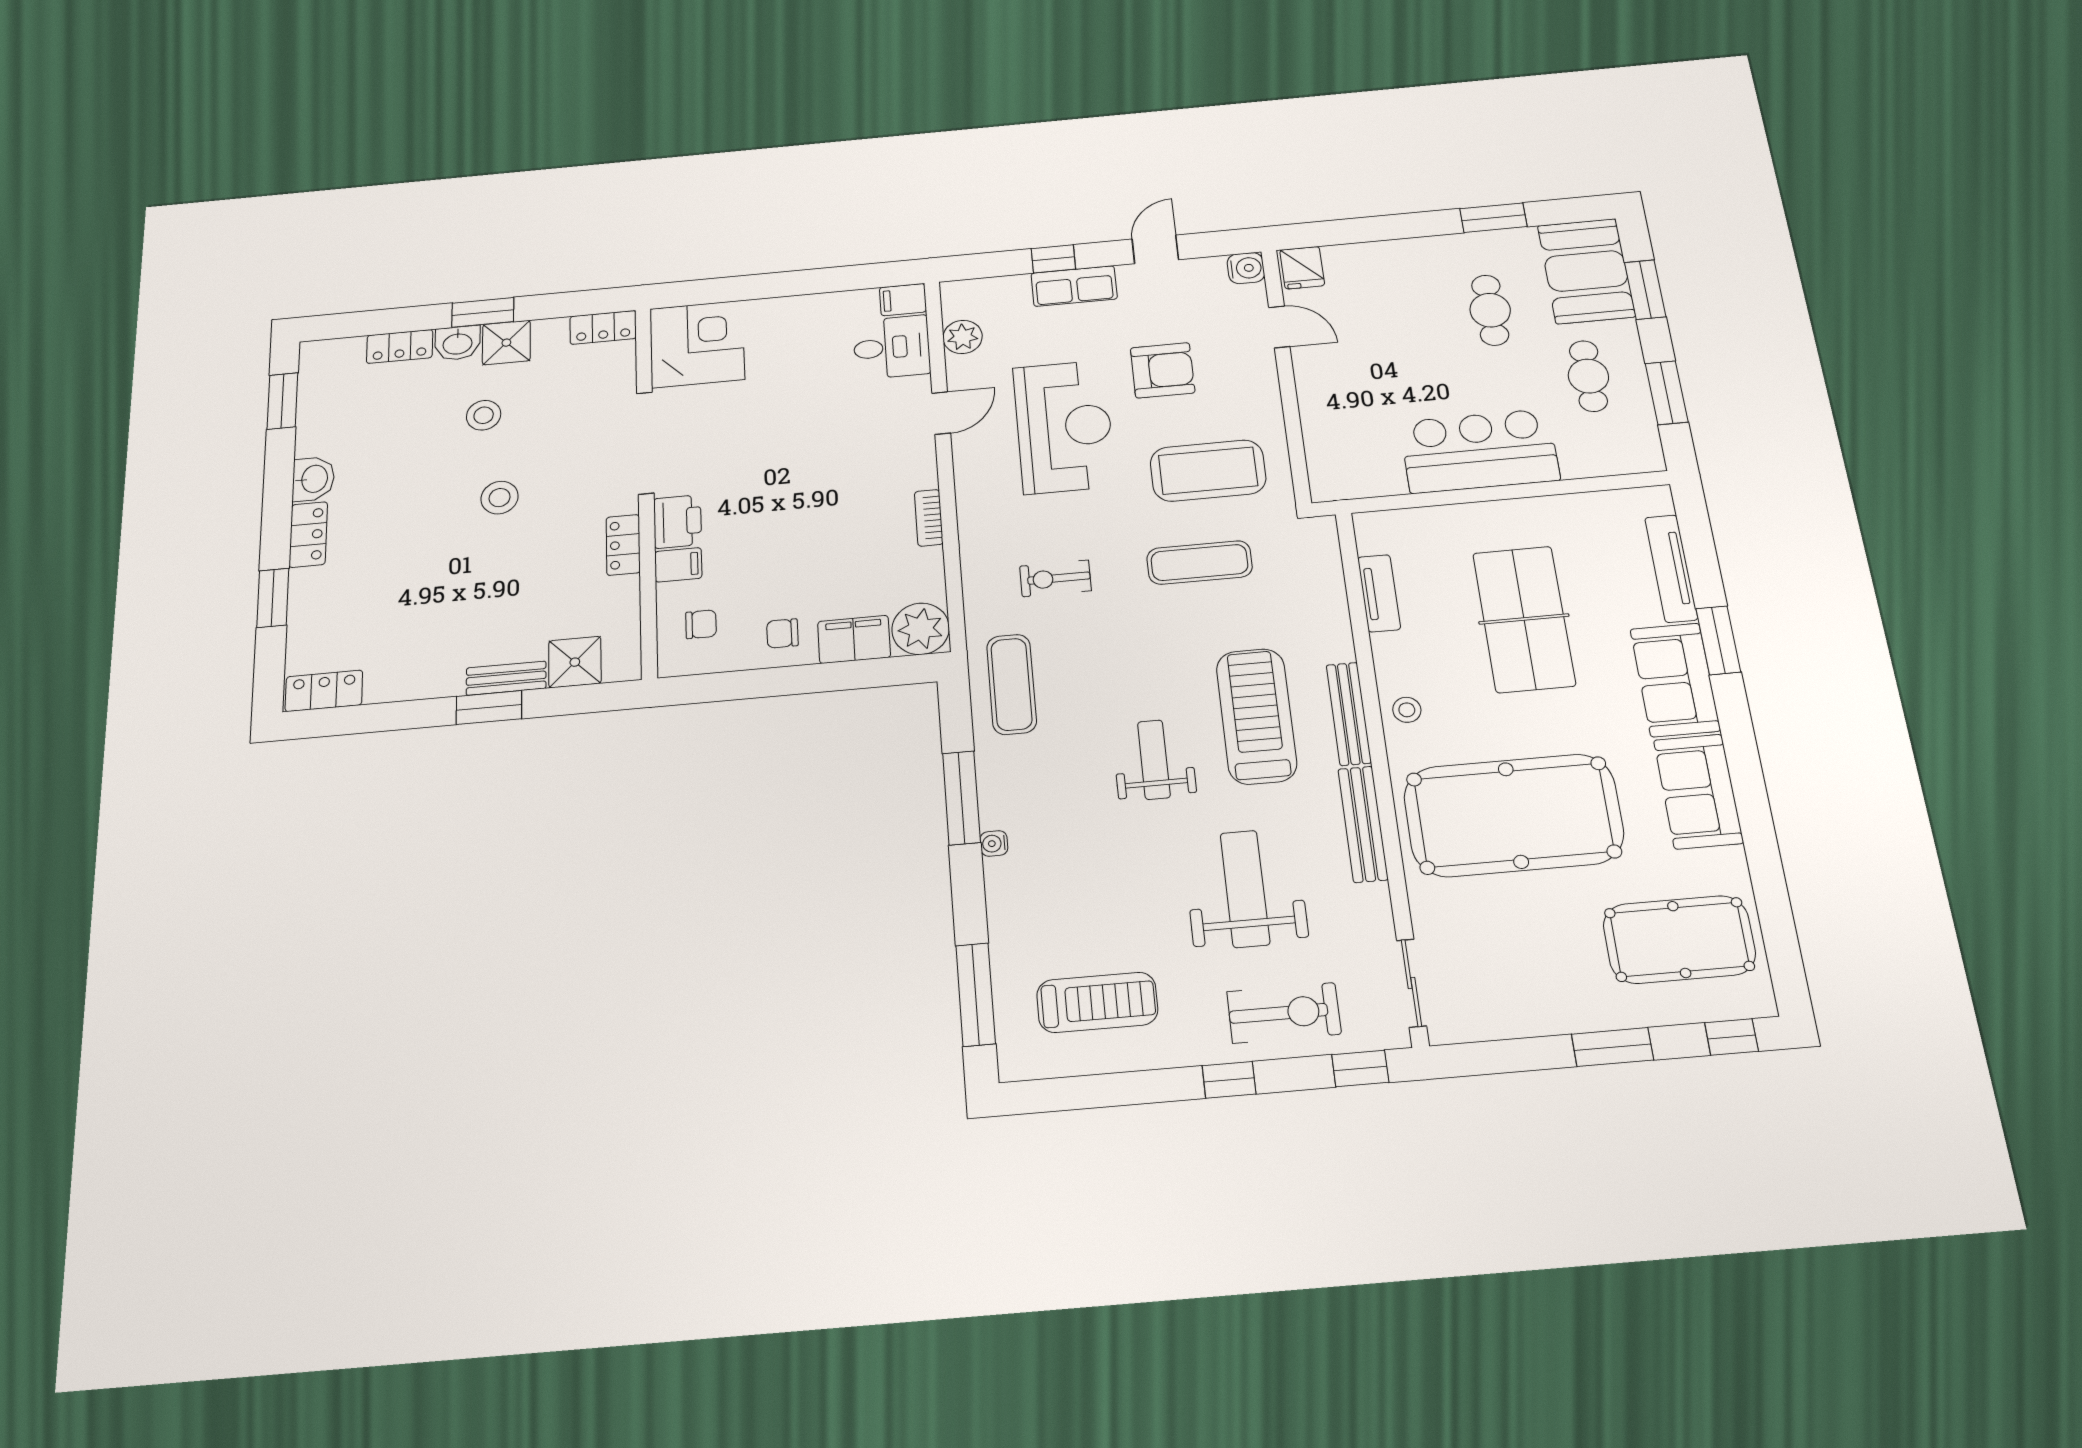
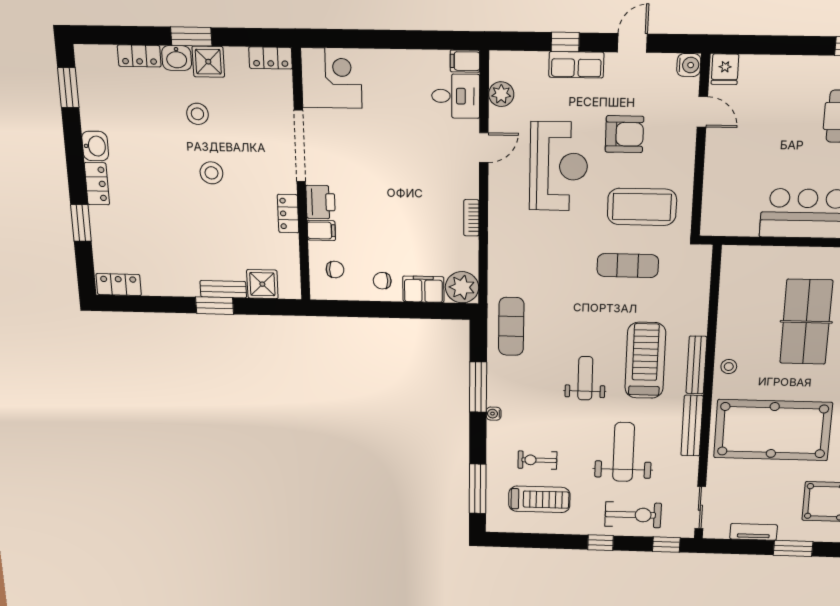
exercise bike: (1055, 578) -> (537, 460), moved
tv unit: (1379, 593) -> (754, 532), moved, turned -90

